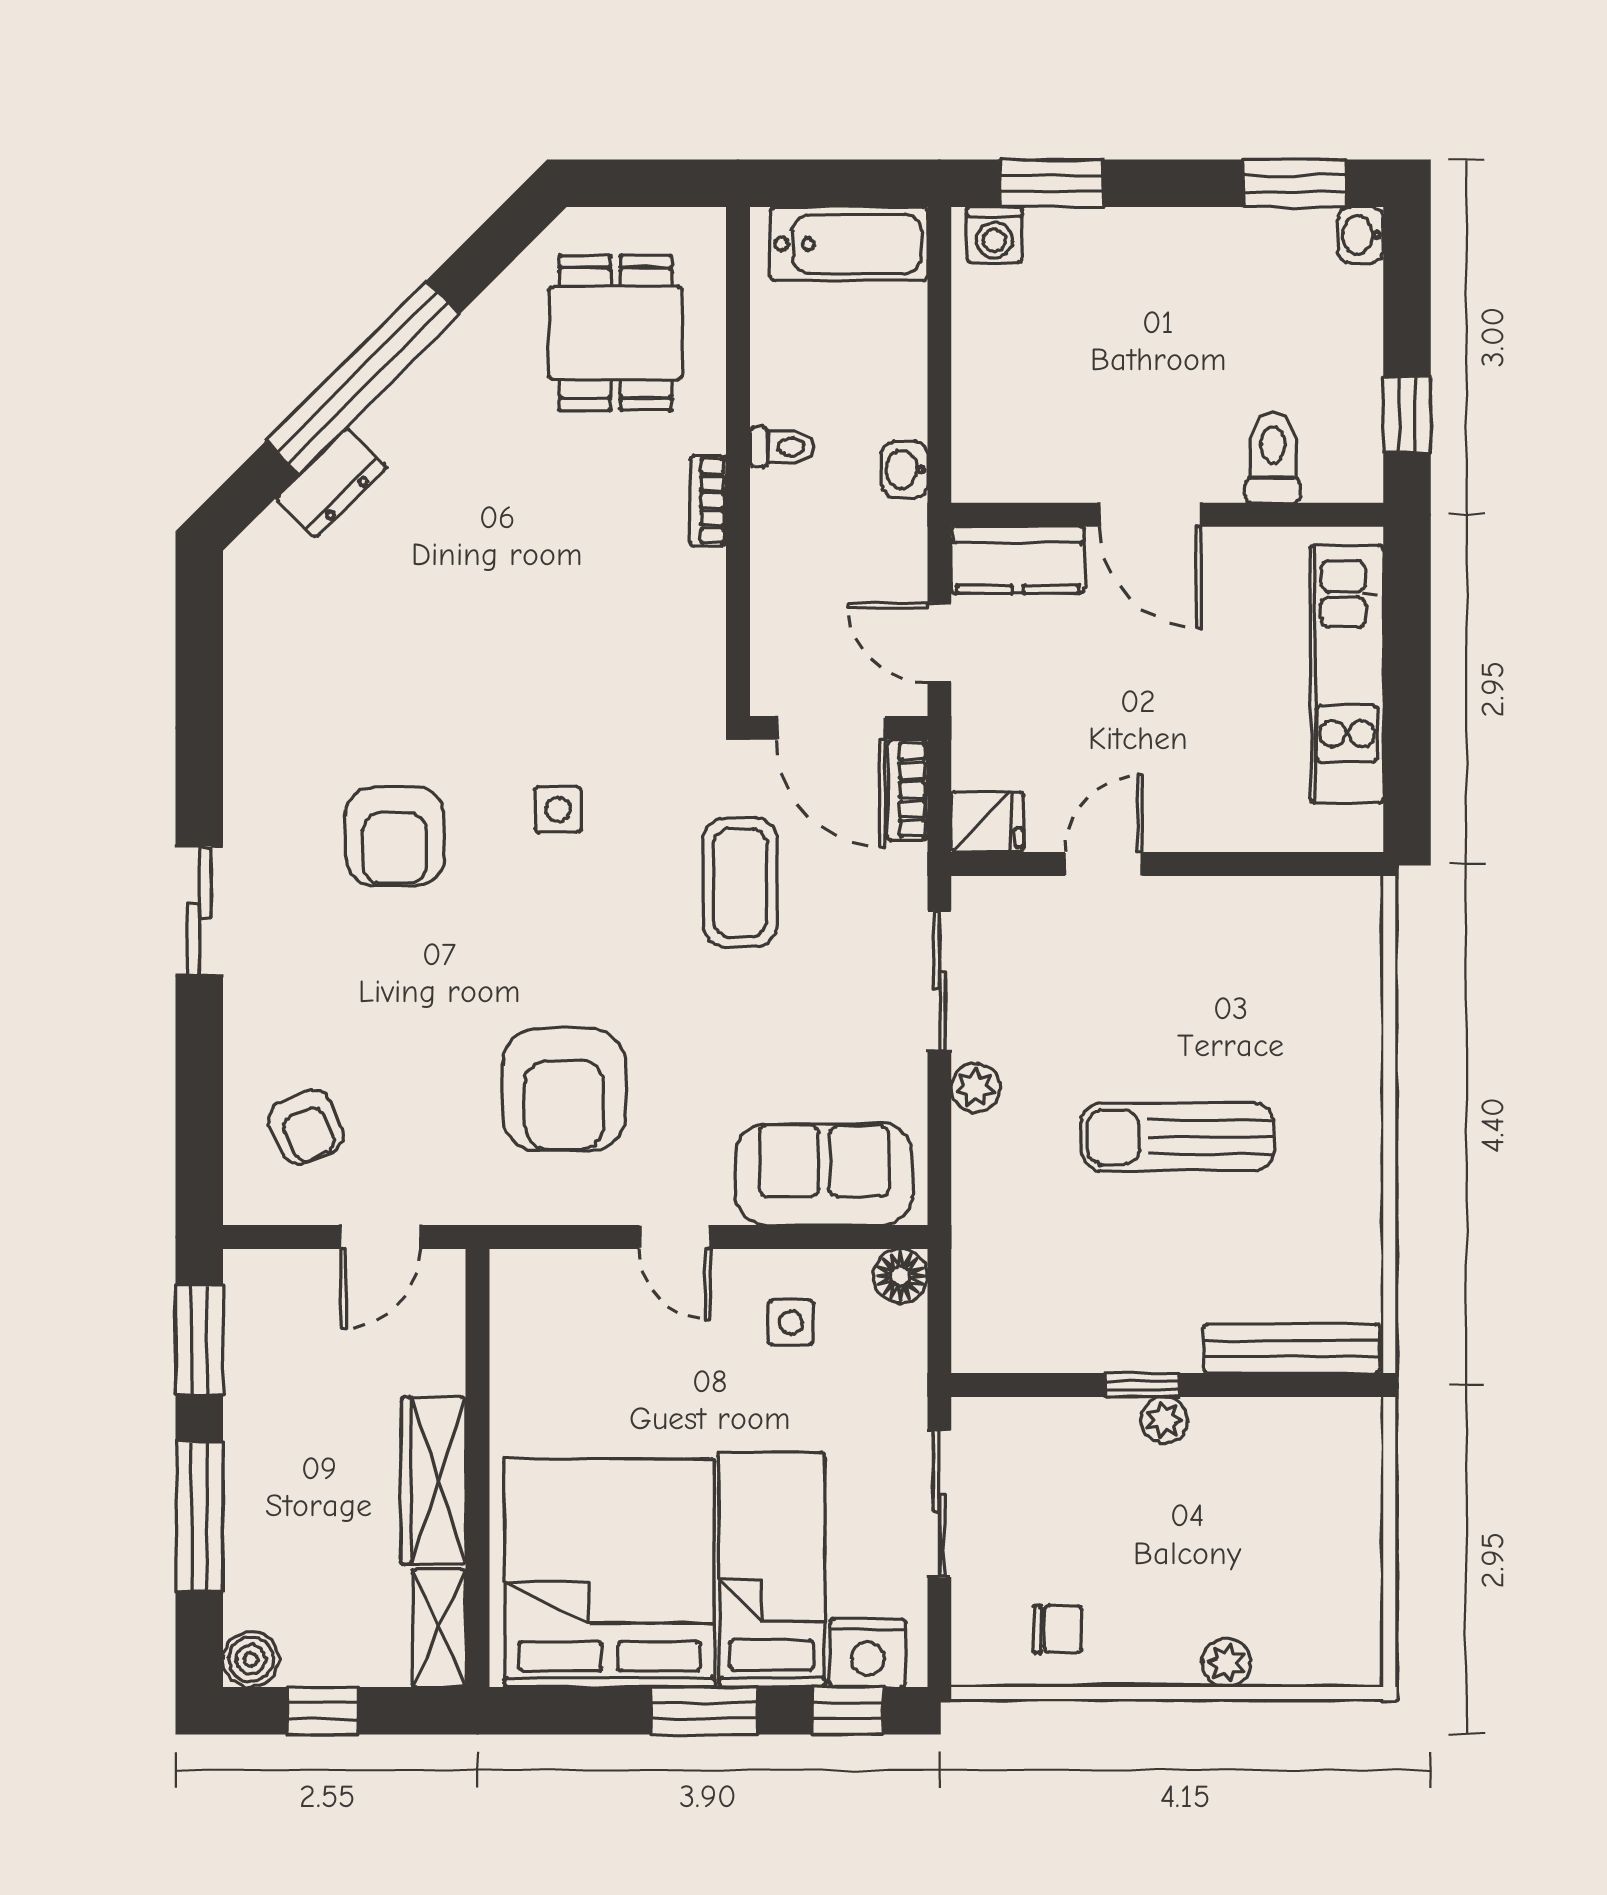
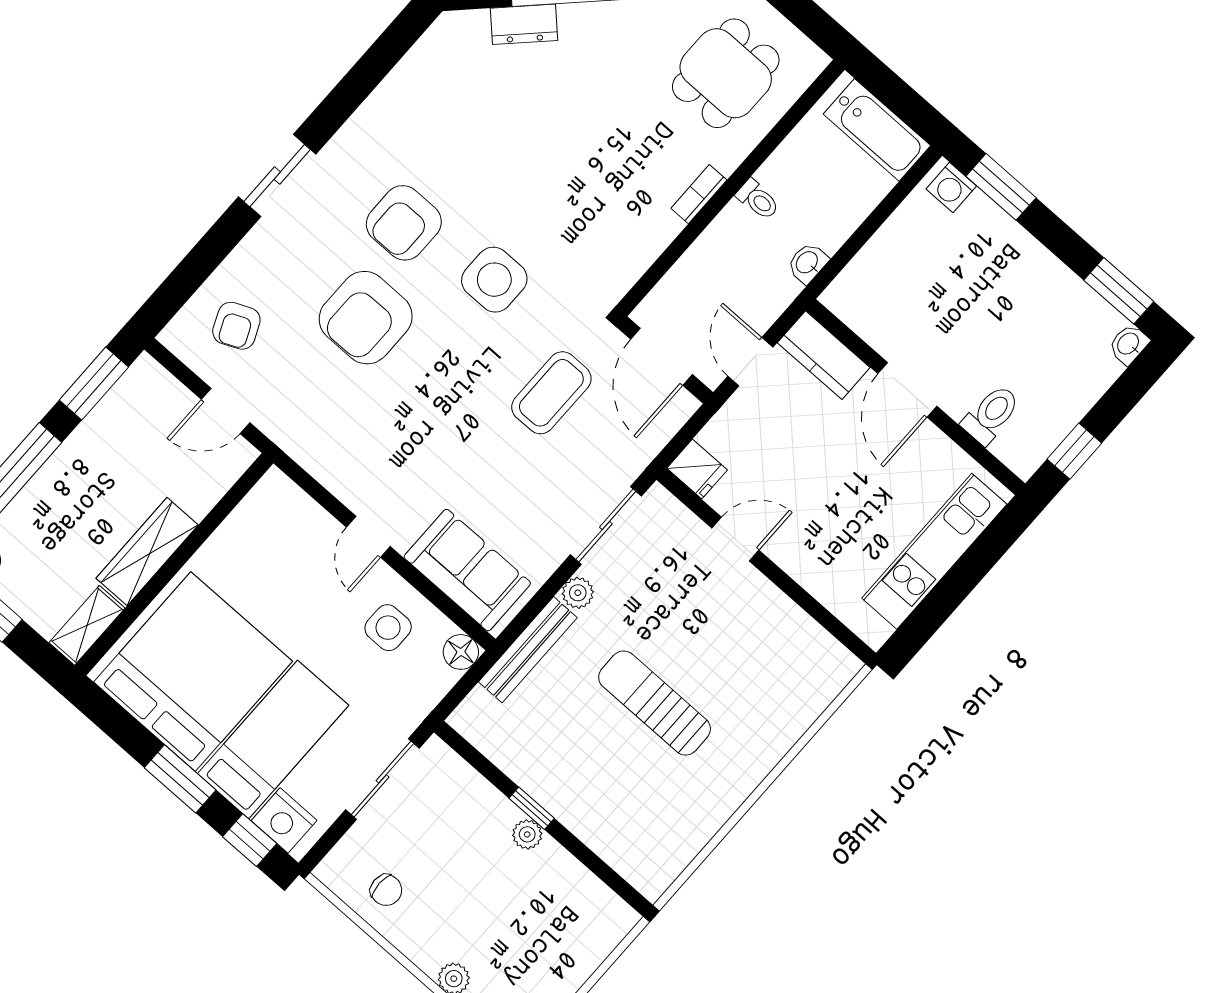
bookcase: (907, 790) -> (672, 419), removed
side table: (558, 809) -> (494, 280), width x1.87, depth x1.87
armchair: (564, 1090) -> (366, 318), moved
side table: (791, 1322) -> (388, 628), width x1.37, depth x1.37
bench: (1292, 1349) -> (528, 650), moved, turned 90

